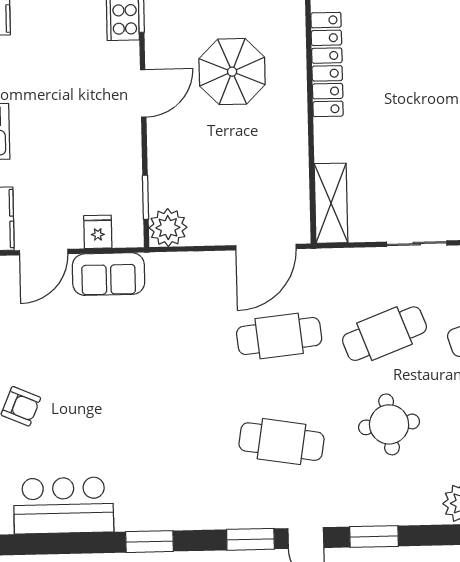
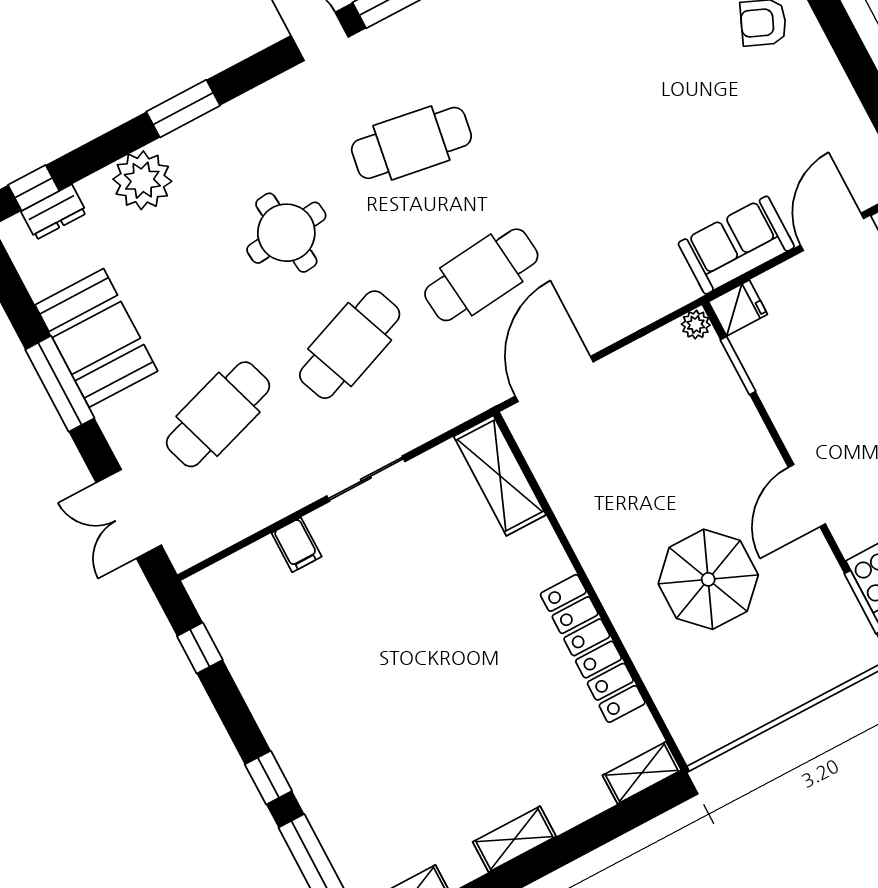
plant: (168, 228) -> (696, 325), width x0.53, depth x0.53
fridge: (98, 232) -> (738, 308), moved, turned -90
window: (374, 536) -> (183, 109), moved

